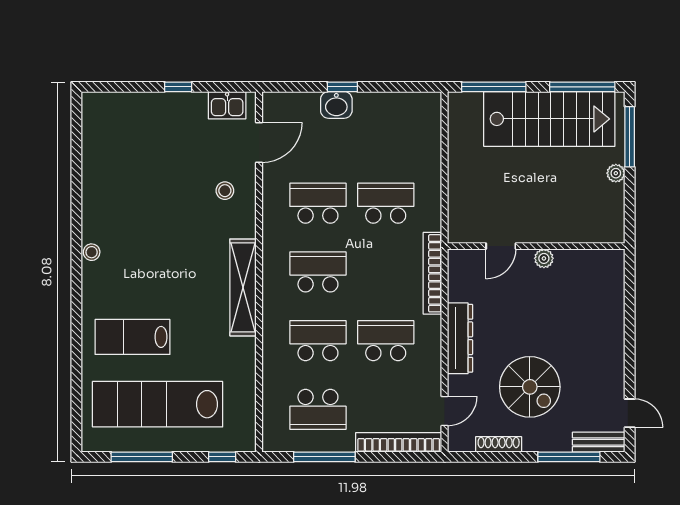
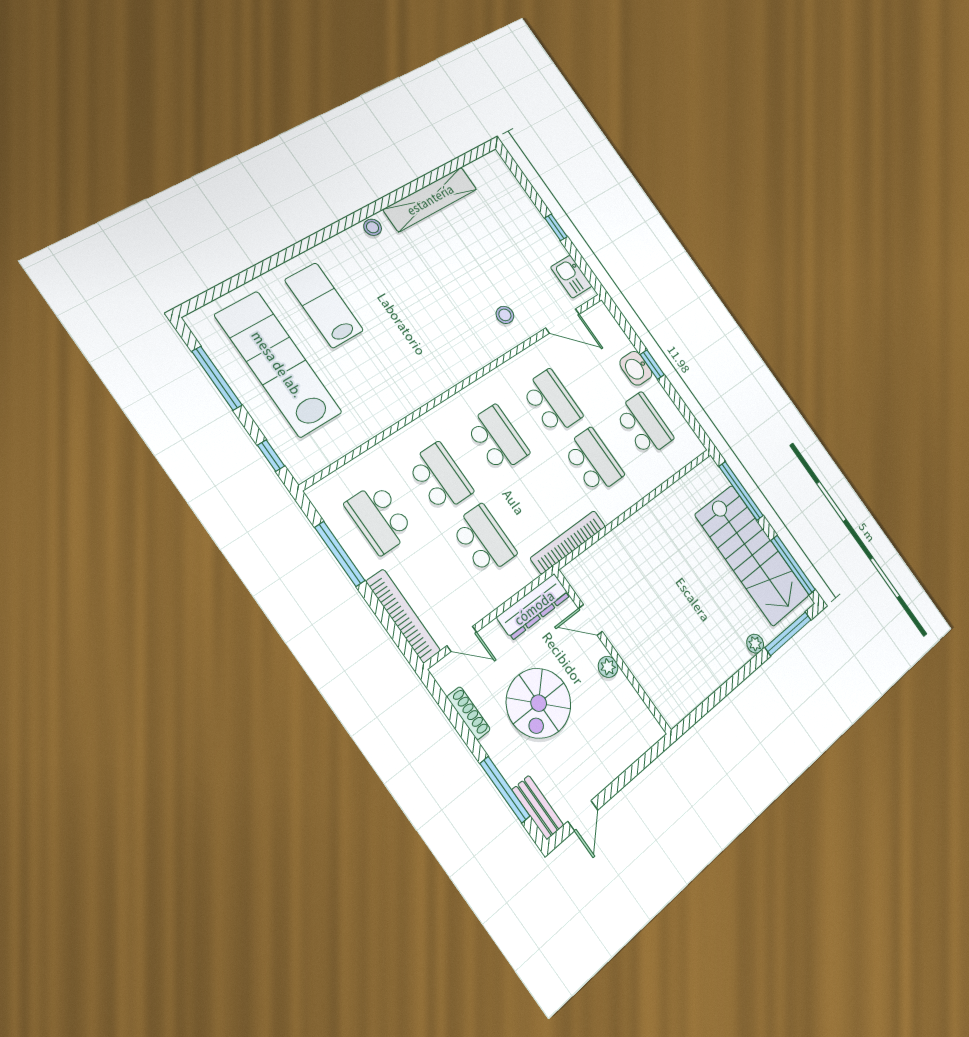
school desk: (386, 134) -> (644, 425), added
door: (501, 246) -> (590, 620), moved
wall: (536, 246) -> (613, 652), moved
plant: (544, 258) -> (608, 667), moved
shelving: (243, 287) -> (430, 199), moved

